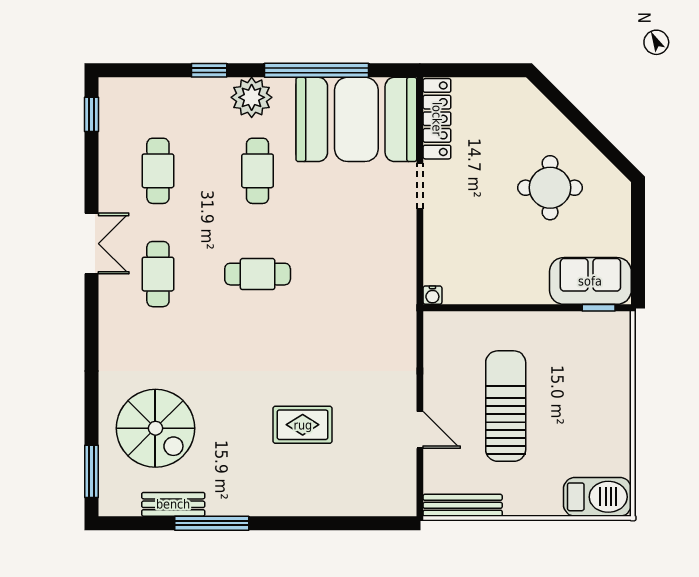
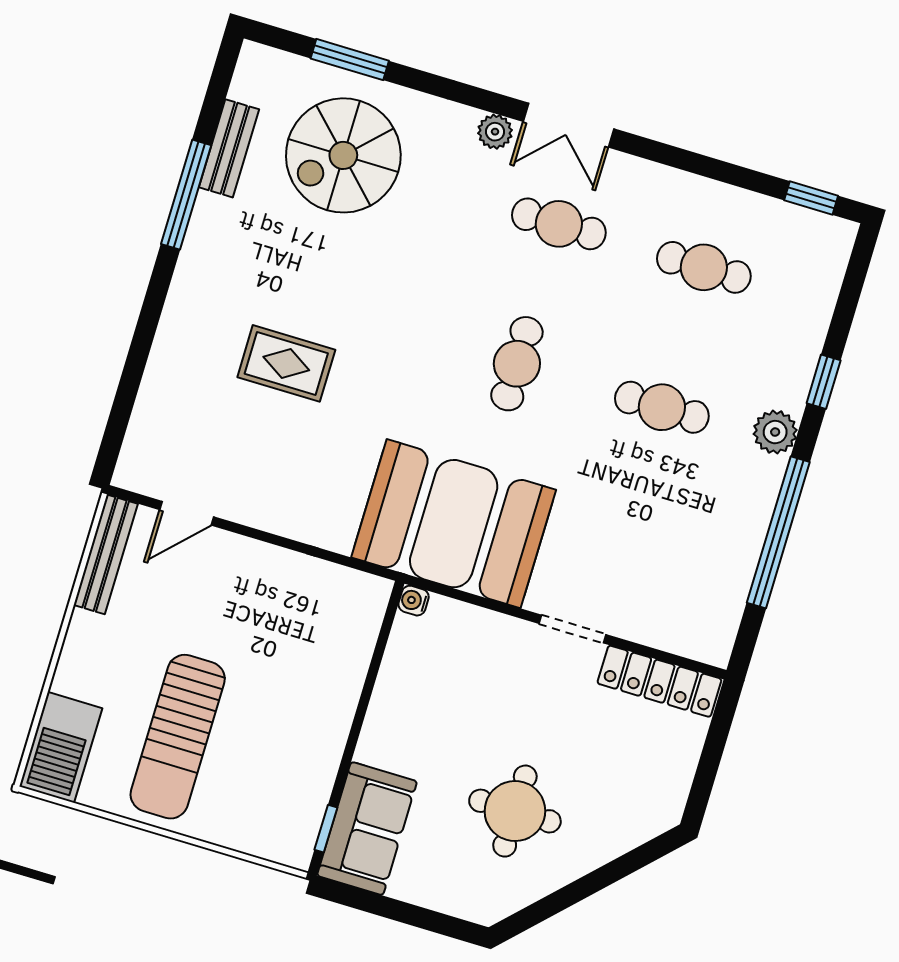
plant: (252, 97) -> (775, 432), width x0.73, depth x0.73
booth: (356, 119) -> (454, 524), moved, turned 90
double door: (92, 244) -> (568, 125), moved
plant: (110, 334) -> (495, 132), added
sun lounger: (506, 406) -> (178, 737), moved, turned 90
rug: (303, 425) -> (286, 363), turned 90
door: (420, 430) -> (187, 513), moved
window: (92, 471) -> (350, 60), moved

